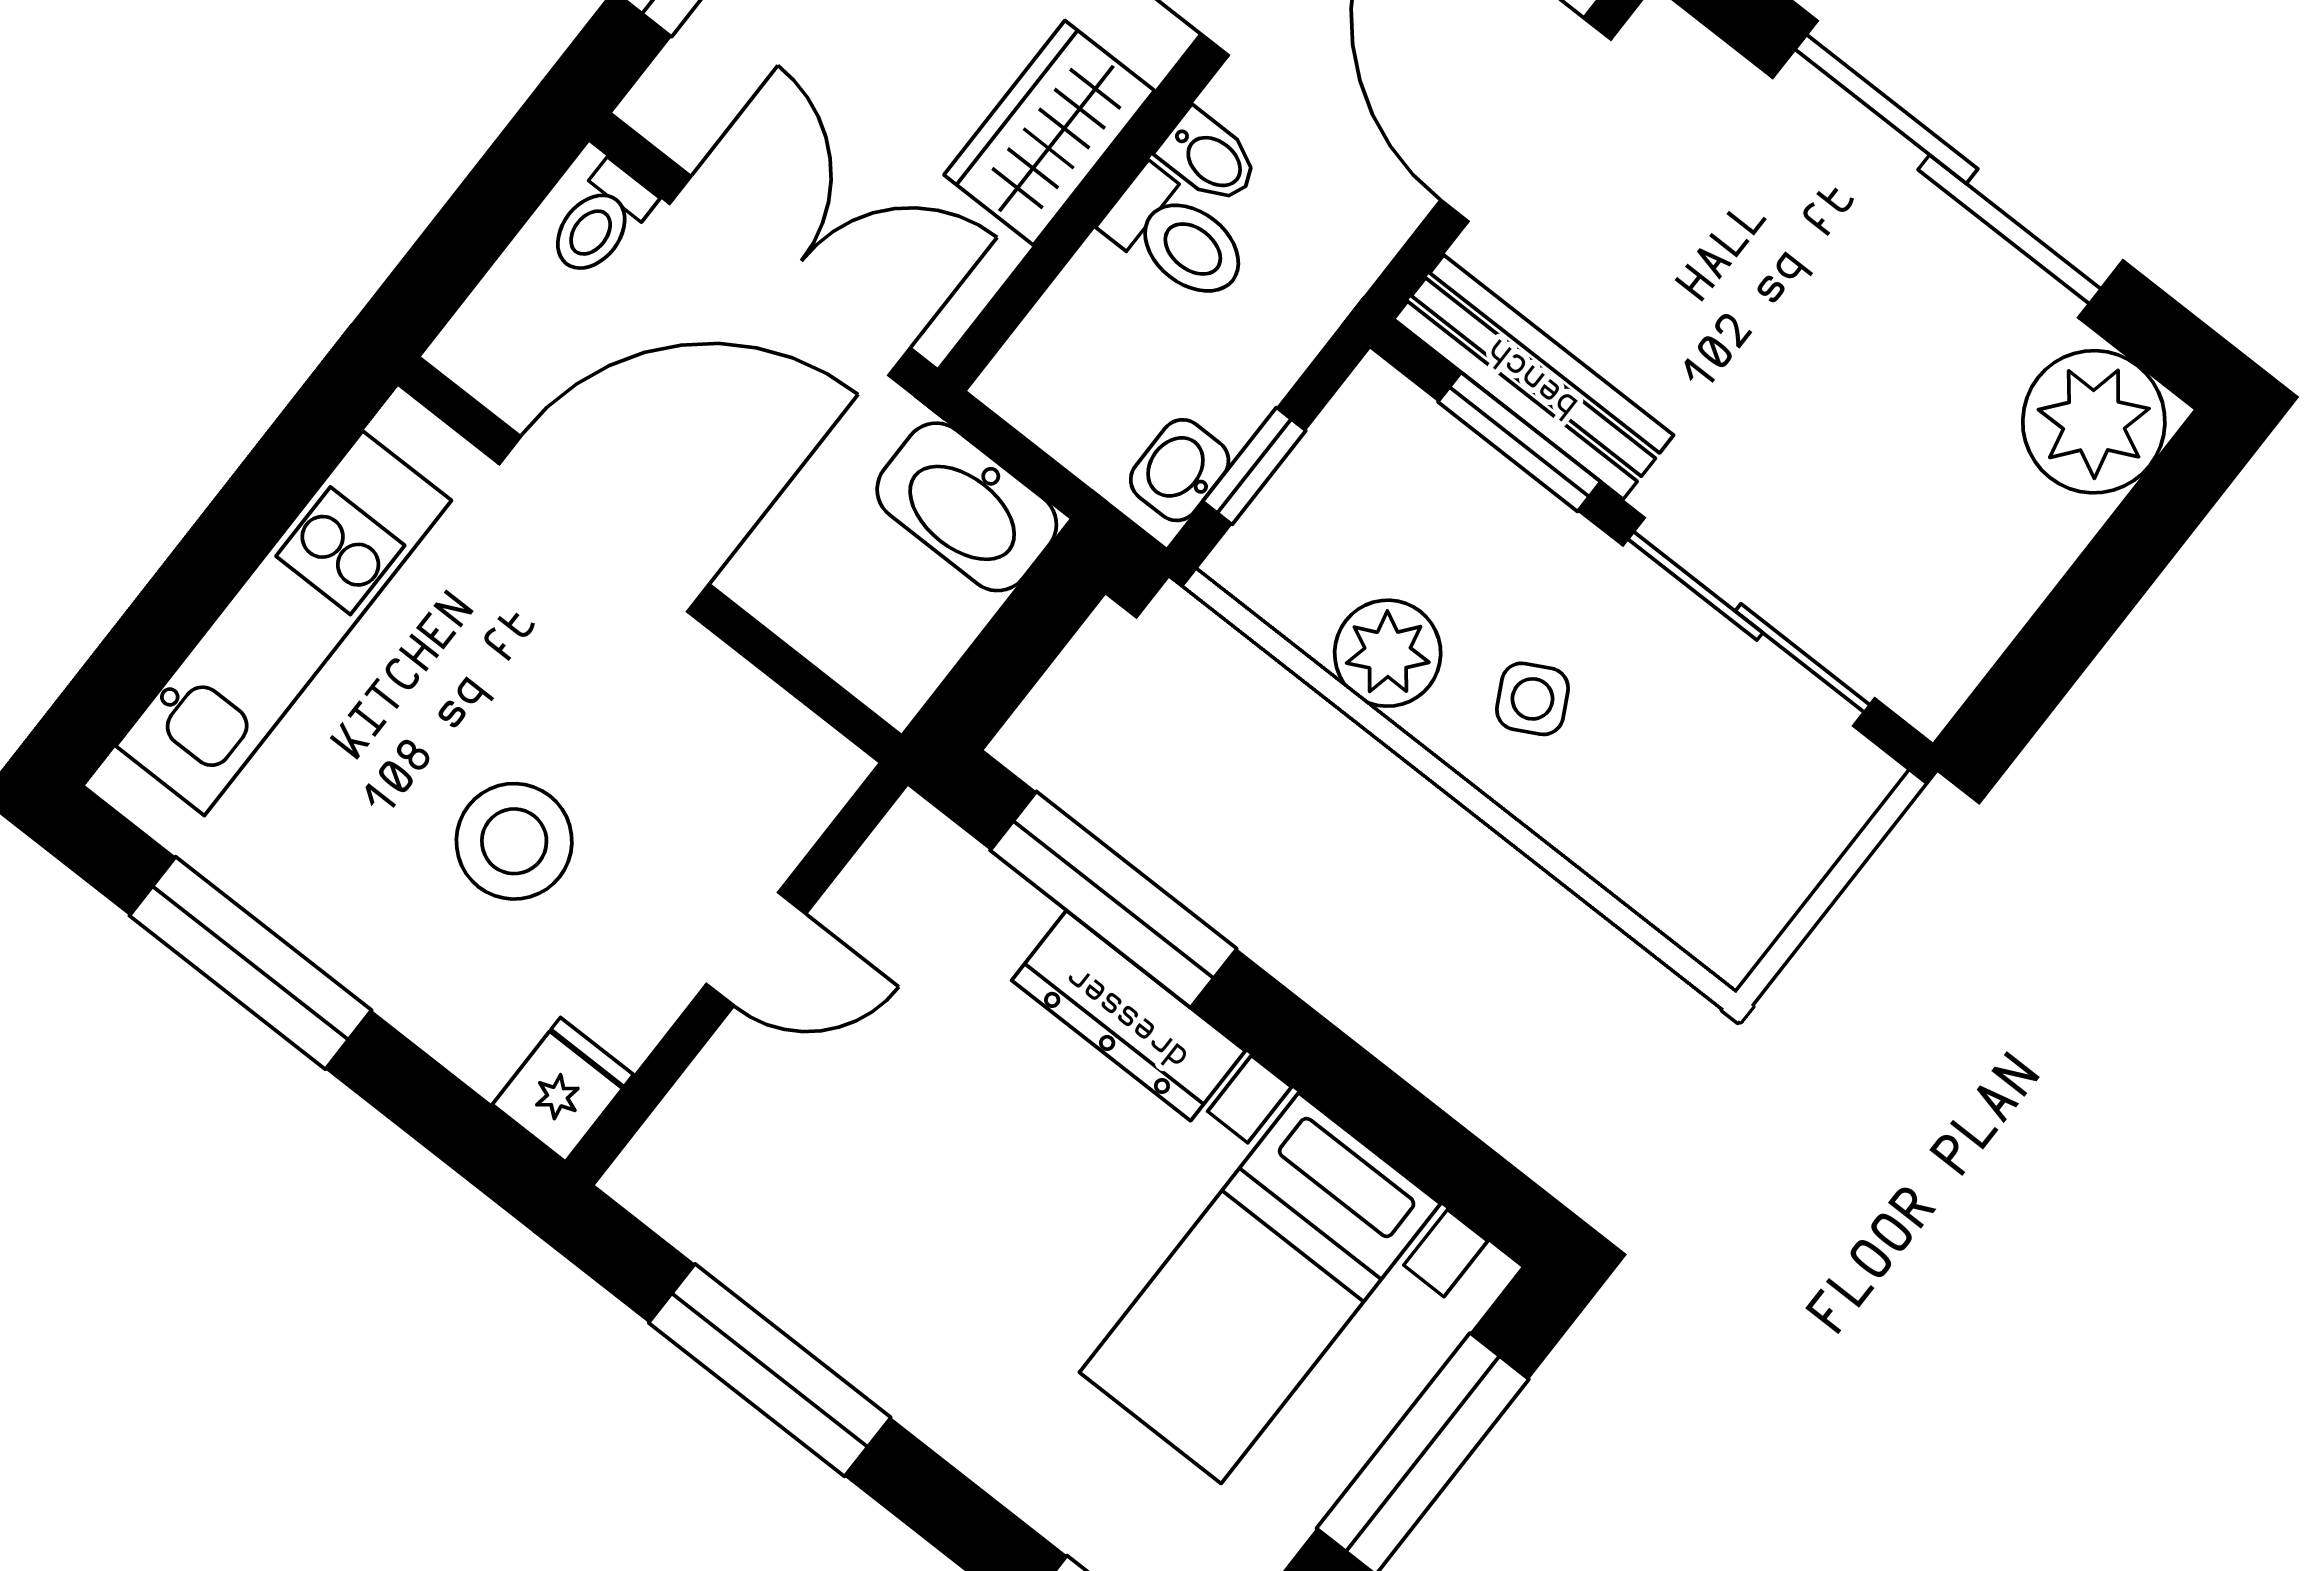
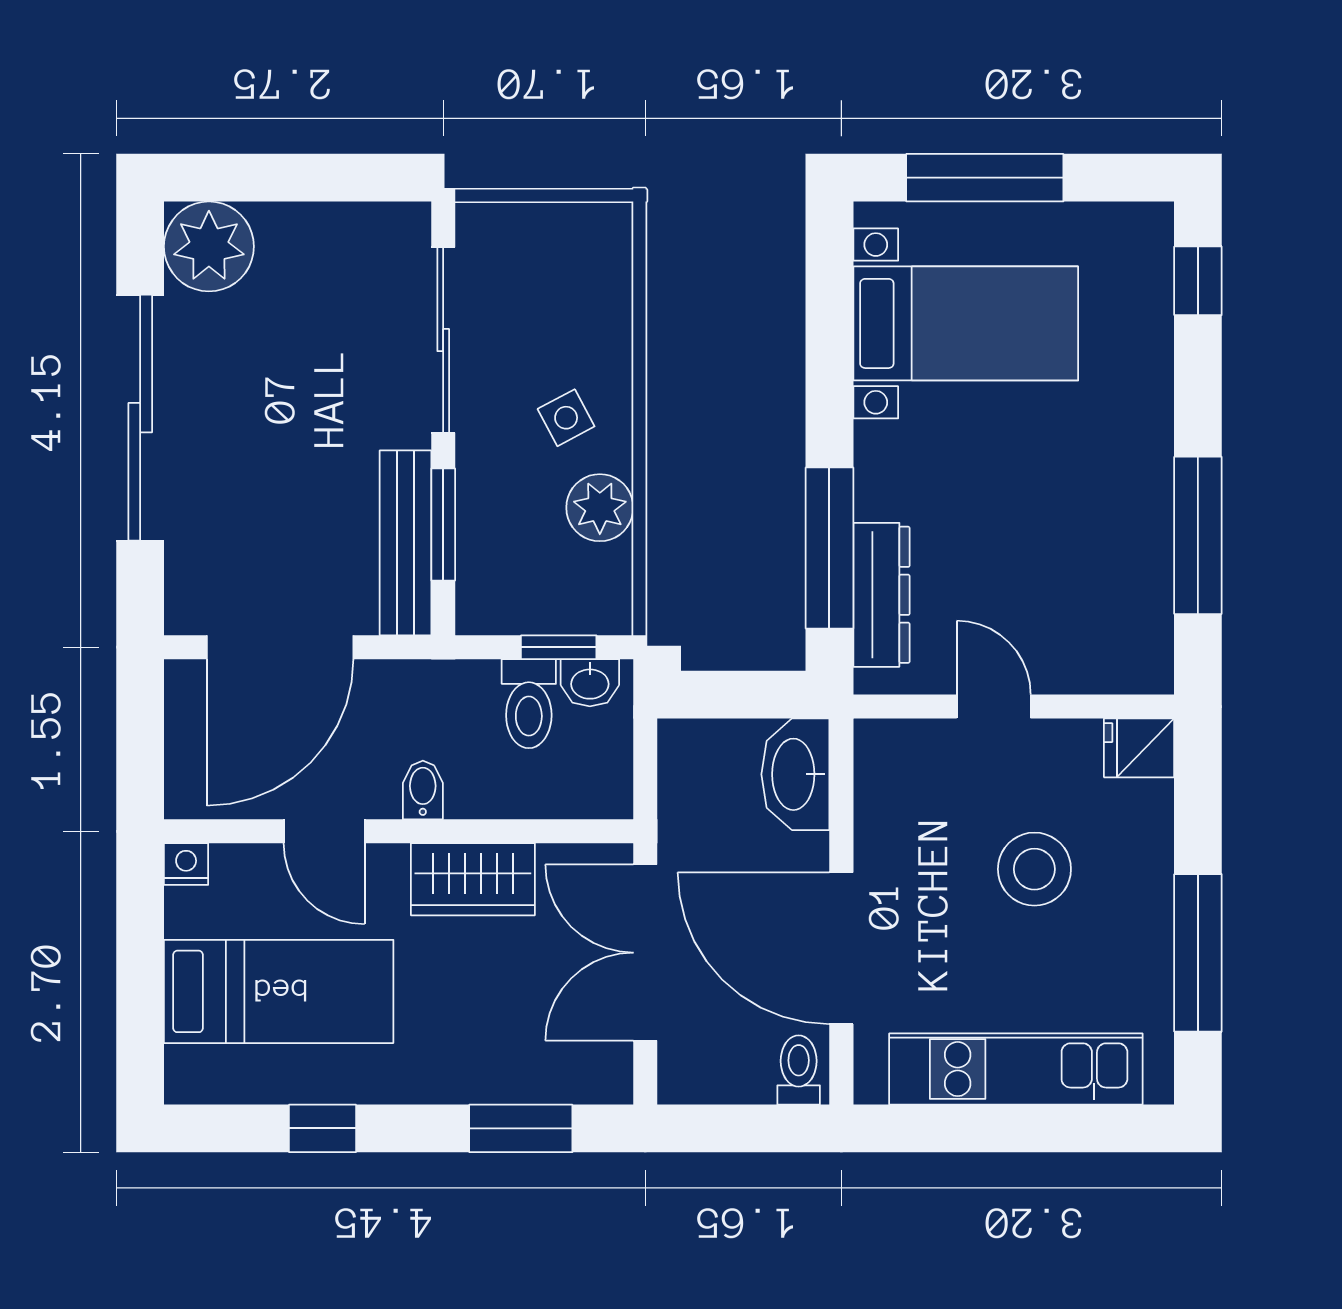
toilet: (600, 220) -> (799, 1070), moved, turned -90
toilet: (1177, 237) -> (529, 704), moved, turned 180
washbasin: (967, 507) -> (795, 774), moved, turned 180
dresser: (1128, 1016) -> (881, 595), moved

